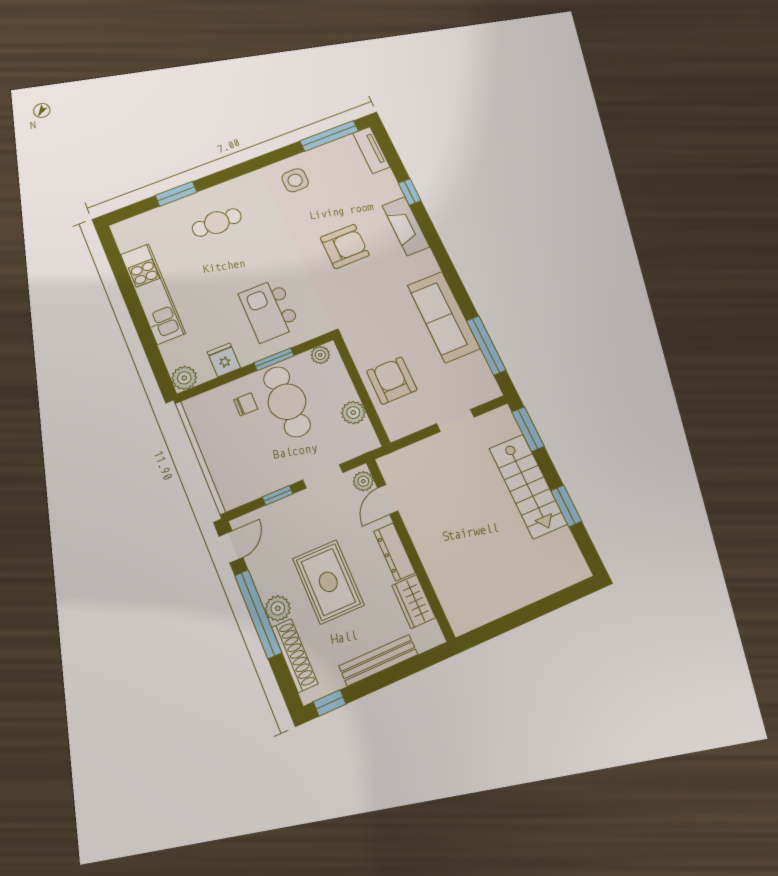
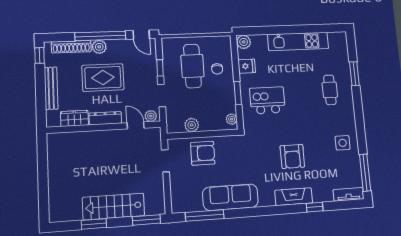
cafe table: (287, 402) -> (192, 66), moved, turned 90
doorway: (455, 420) -> (165, 161), moved

